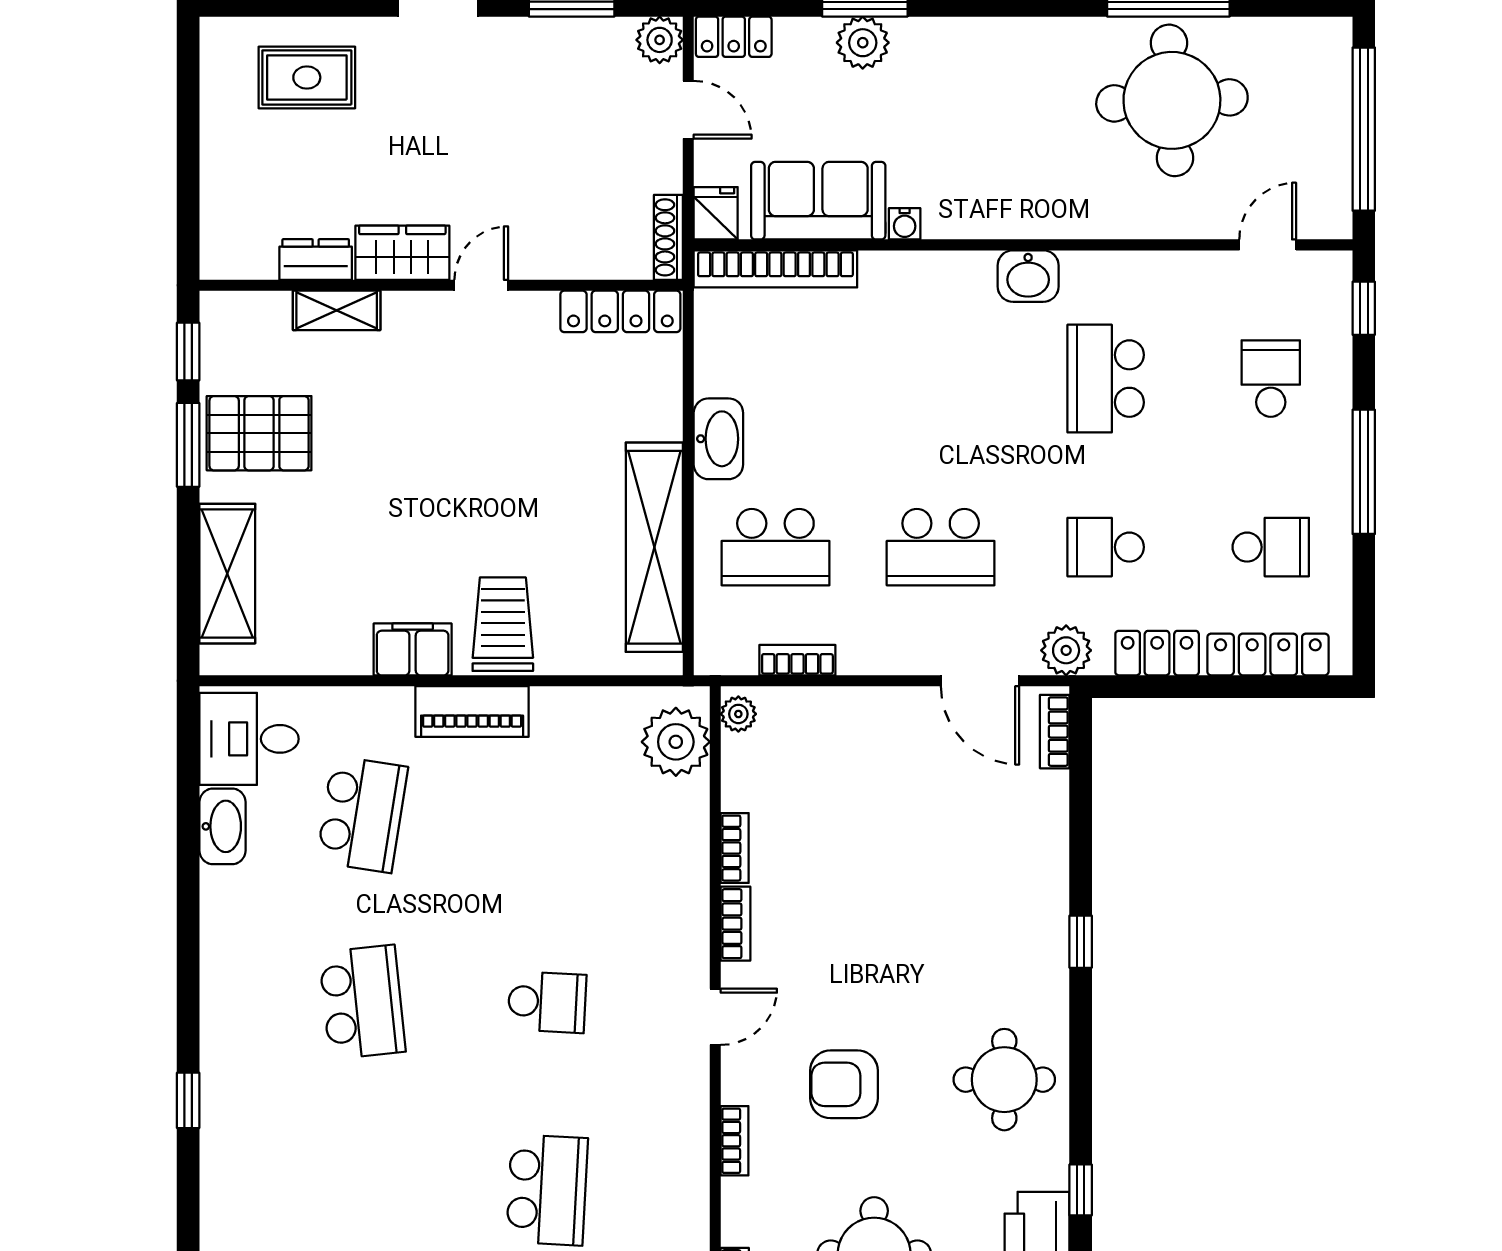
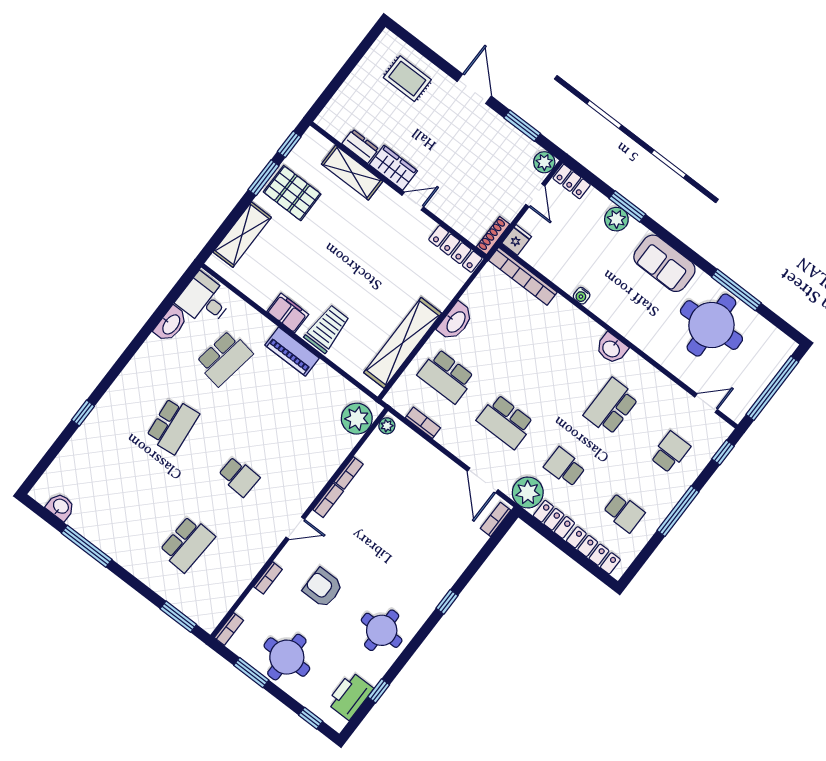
sofa: (818, 201) -> (664, 263), moved, turned 180
shelving: (337, 310) -> (352, 173), width x1.50, depth x1.33
plant: (1066, 650) -> (528, 492), width x1.36, depth x1.36

